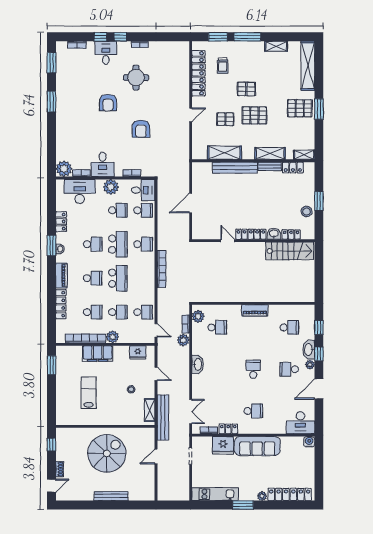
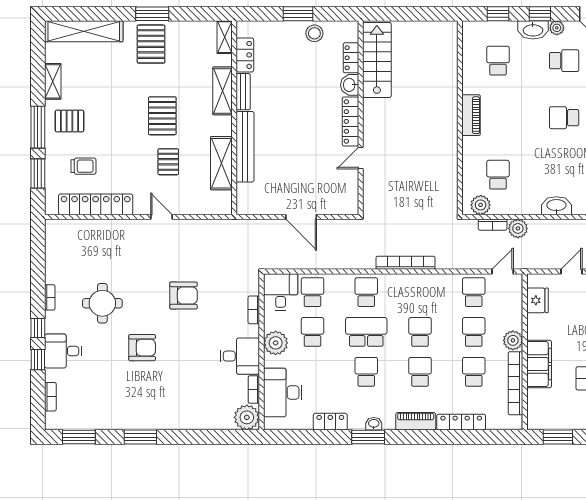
pallet: (246, 89) -> (69, 121), moved, turned 90
school desk: (118, 278) -> (420, 332), width x0.54
school desk: (289, 369) -> (564, 61), turned -90

